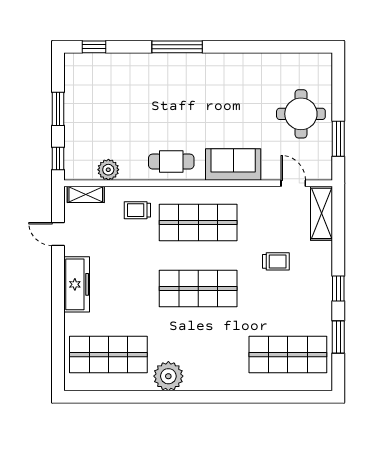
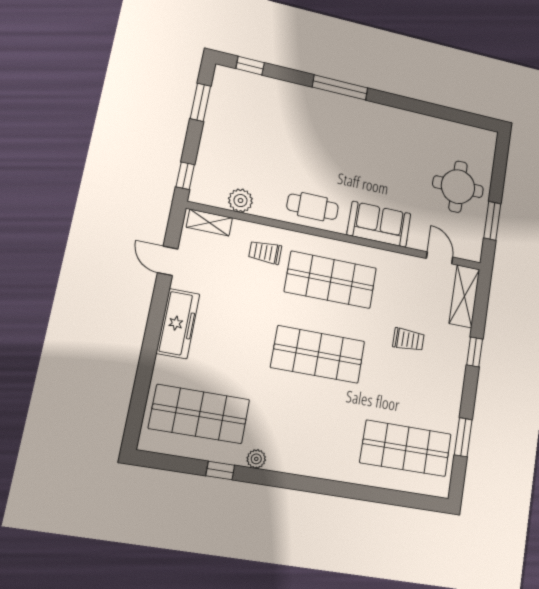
window: (58, 109) -> (200, 102), moved
window: (338, 289) -> (475, 352), moved
plant: (168, 376) -> (256, 459), width x0.53, depth x0.53
window: (134, 397) -> (220, 471), added

